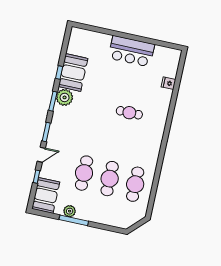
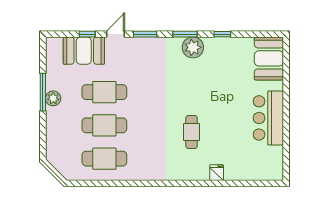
booth: (73, 72) -> (269, 58), moved, turned 90
fridge: (168, 83) -> (217, 173), moved
door: (41, 155) -> (115, 34), swing flipped
booth: (46, 195) -> (84, 51), moved
plant: (70, 211) -> (53, 98), moved

